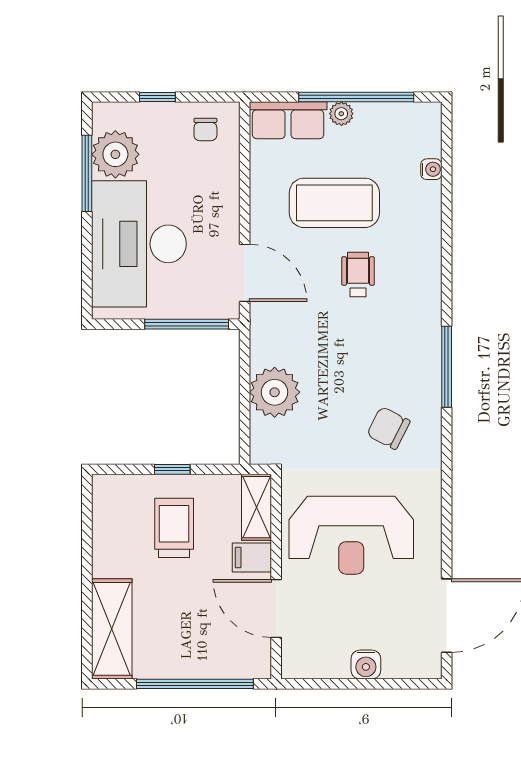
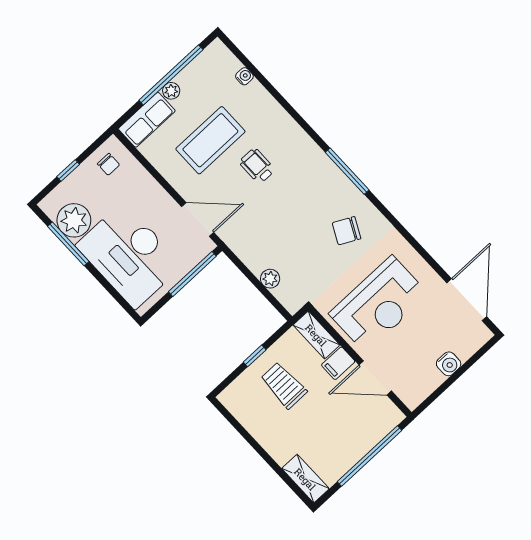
plant: (275, 392) -> (270, 279), width x0.53, depth x0.53
shelving: (112, 629) -> (305, 479), width x0.67, depth x0.75

